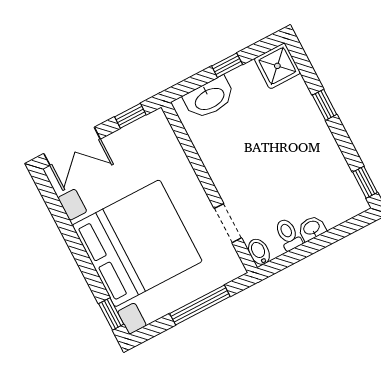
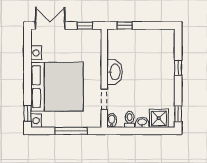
window: (227, 65) -> (125, 26), moved
shower: (277, 66) -> (159, 118), moved
washbasin: (209, 98) -> (115, 72), moved, turned -90
double door: (72, 146) -> (50, 26), swing flipped

